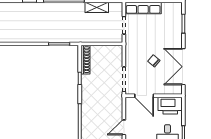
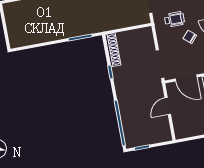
wheelchair: (143, 43) -> (174, 19), added
door: (124, 127) -> (168, 106), moved

